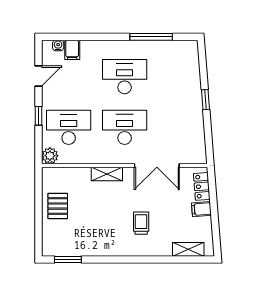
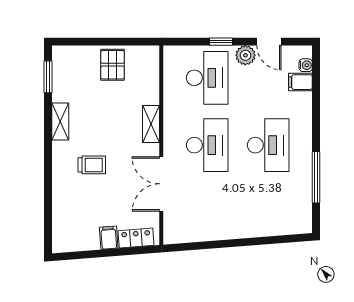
window: (205, 100) -> (241, 242), removed
plant: (50, 156) -> (245, 55), moved
pallet: (58, 206) -> (112, 65), turned 90
shelving: (188, 249) -> (60, 121), moved

